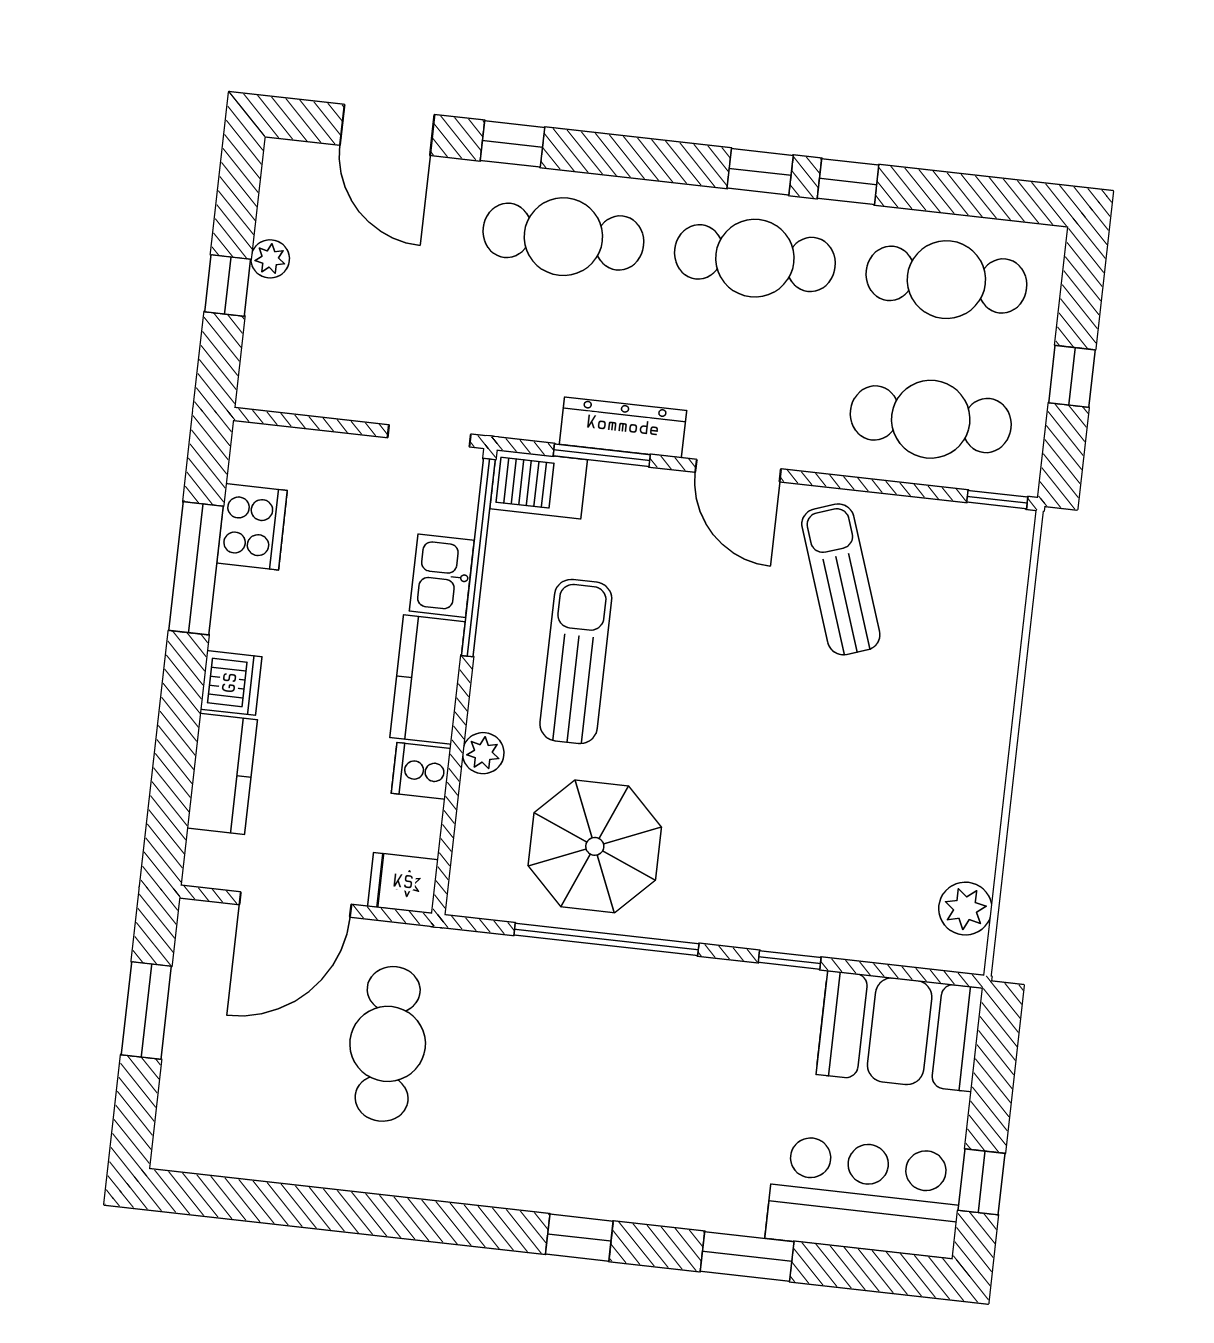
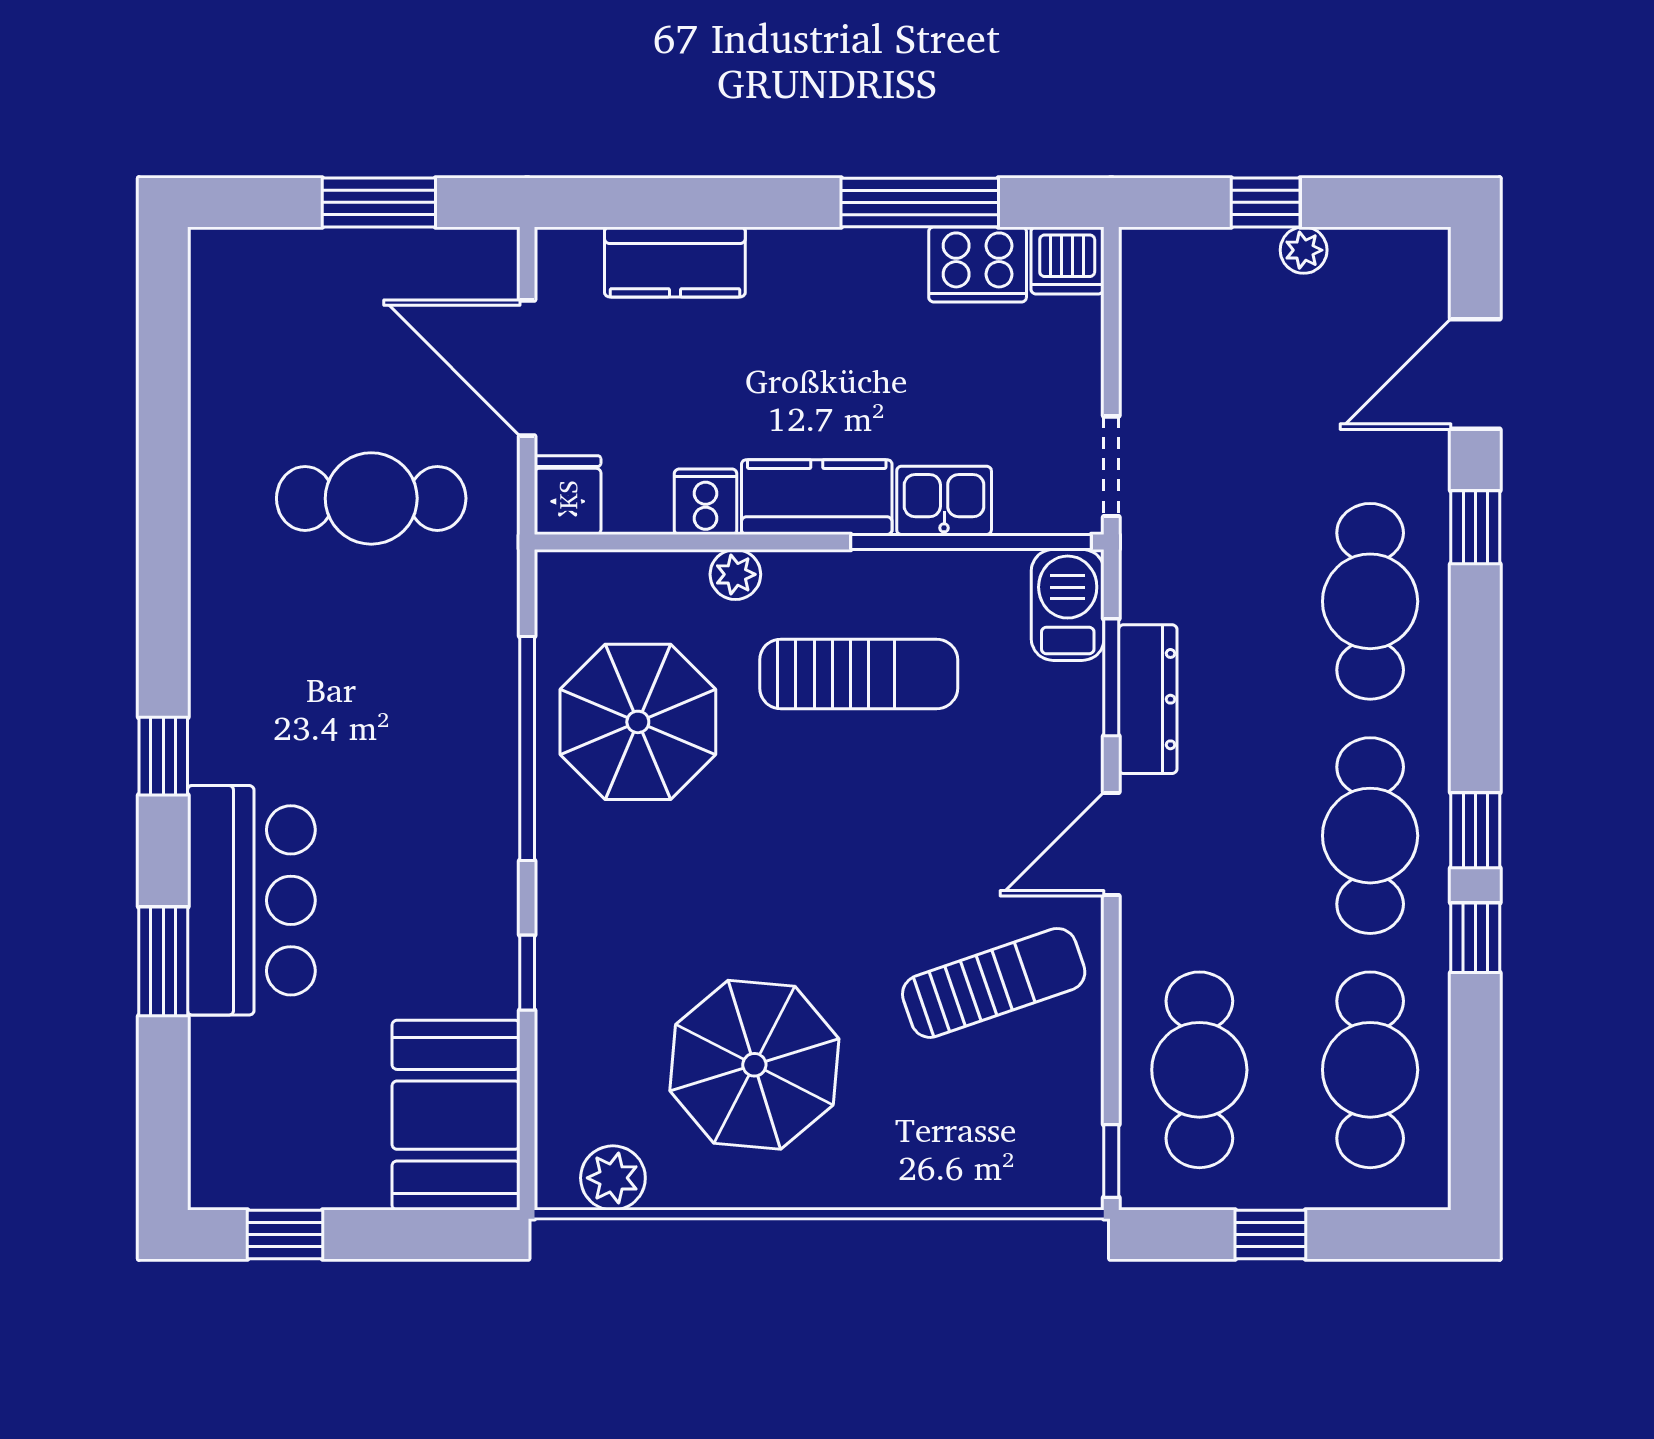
dishwasher: (231, 683) -> (1067, 260), moved
parasol: (886, 783) -> (754, 1065), added
bar counter: (865, 1197) -> (251, 900), moved

